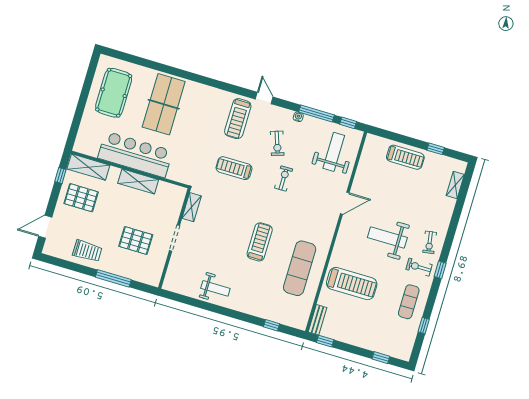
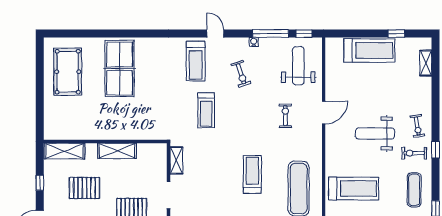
bar counter: (135, 154) -> (106, 125), removed
treadmill: (405, 157) -> (369, 50), width x1.37, depth x1.38
treadmill: (234, 168) -> (206, 110), turned -90
window: (60, 176) -> (40, 183), moved
exercise bike: (284, 179) -> (285, 116), moved
pallet: (81, 198) -> (84, 188), moved

